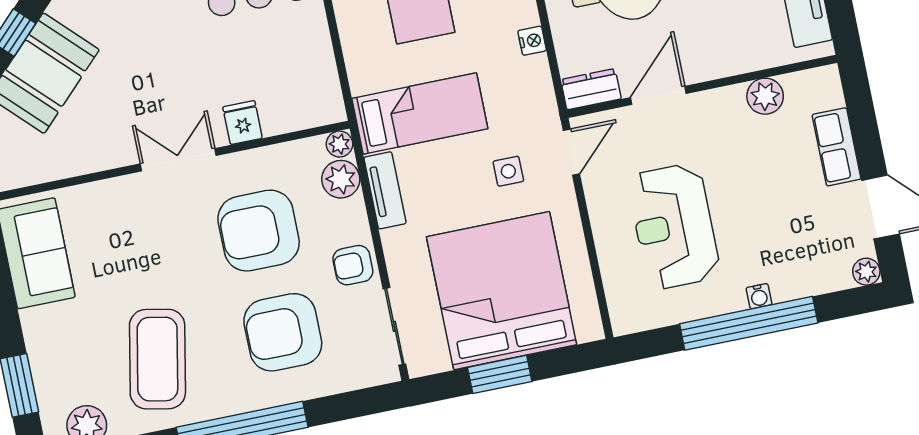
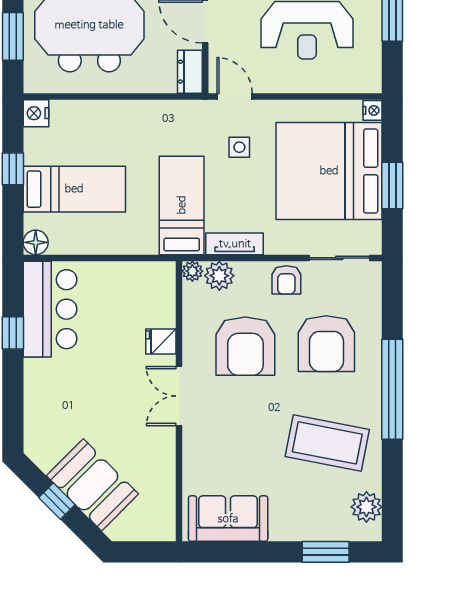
nightstand: (532, 41) -> (372, 110), moved, turned 90

